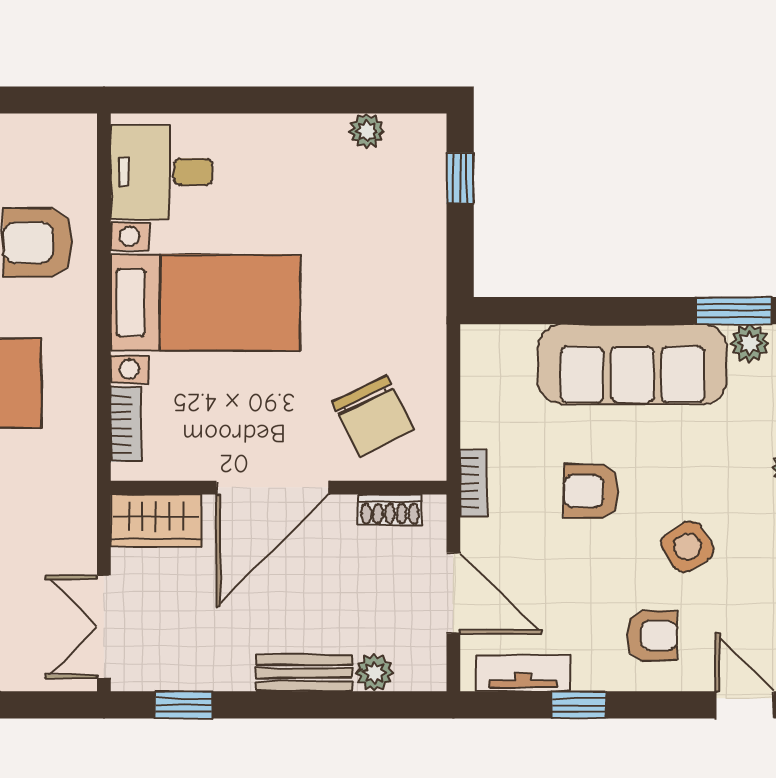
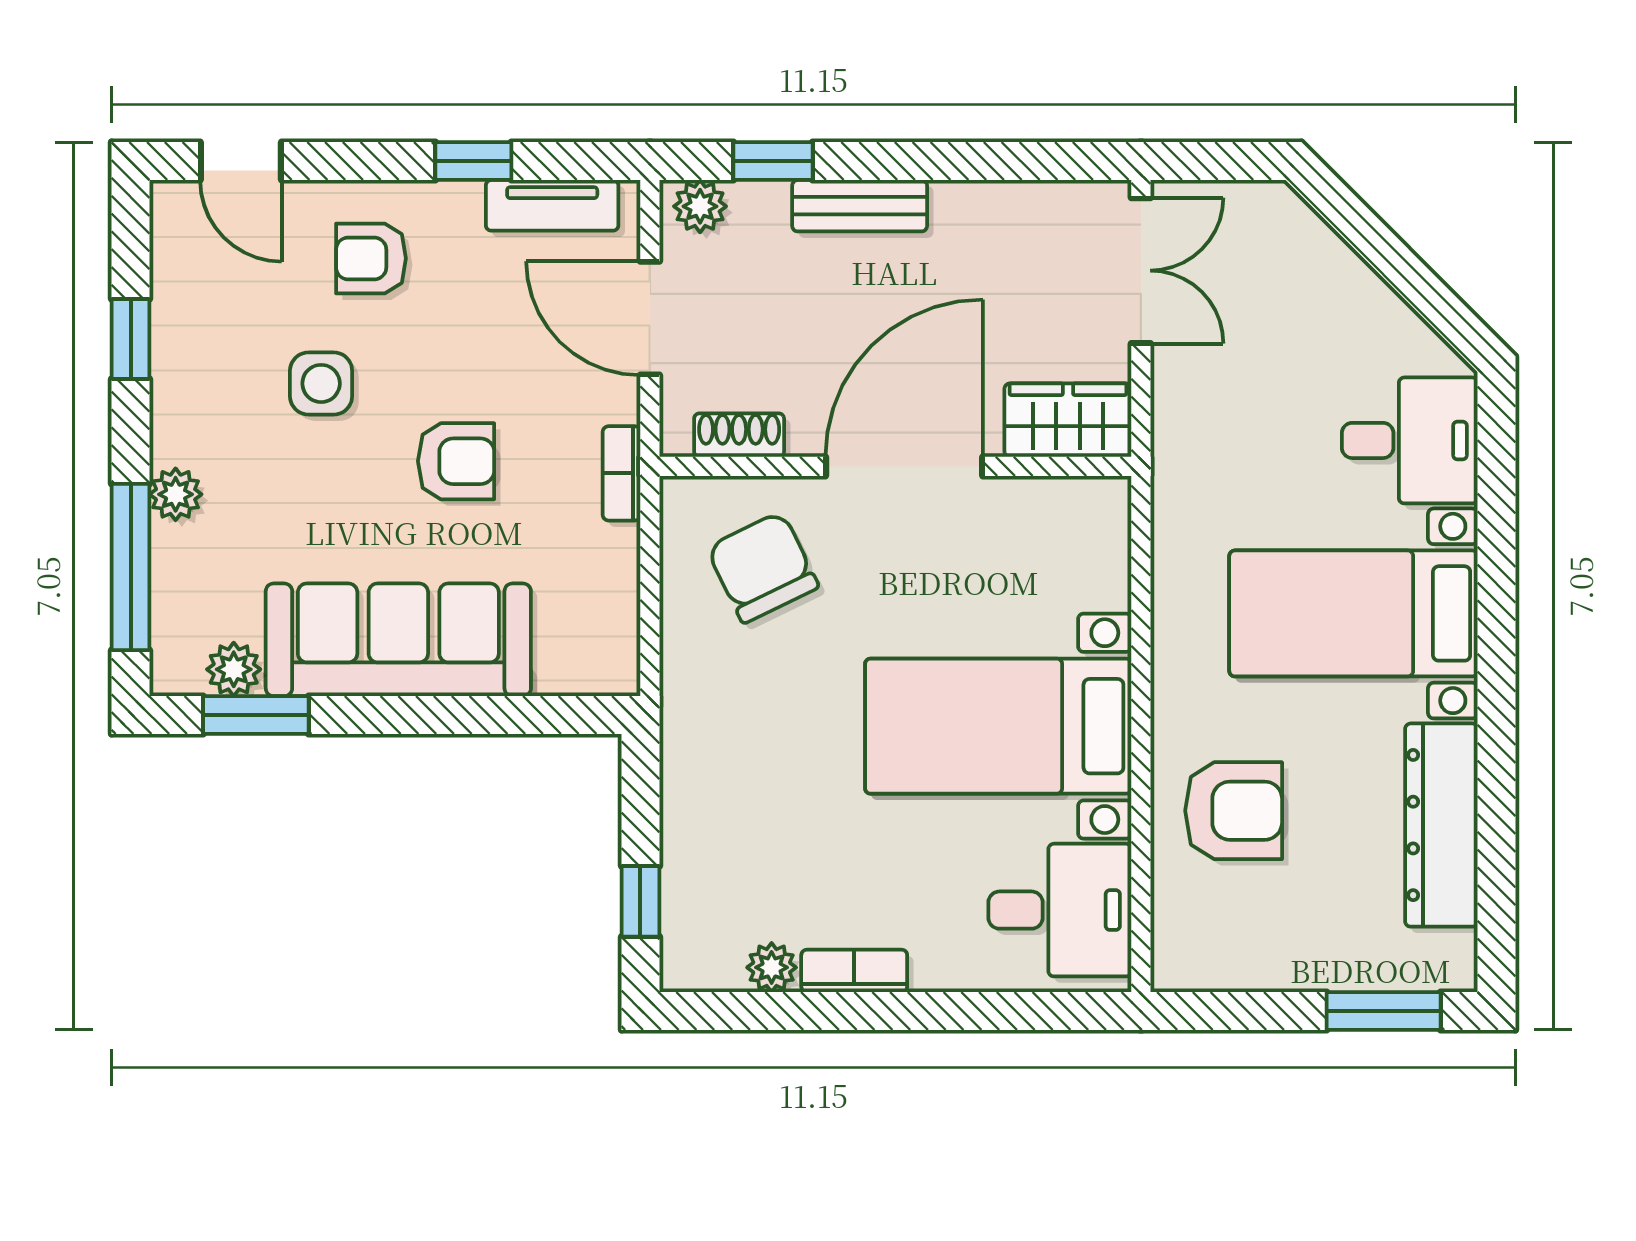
bookcase: (126, 424) -> (854, 971), moved, turned 90
side table: (687, 547) -> (321, 383), turned 32
plant: (374, 673) -> (700, 206), moved
window: (184, 705) -> (773, 161), moved

